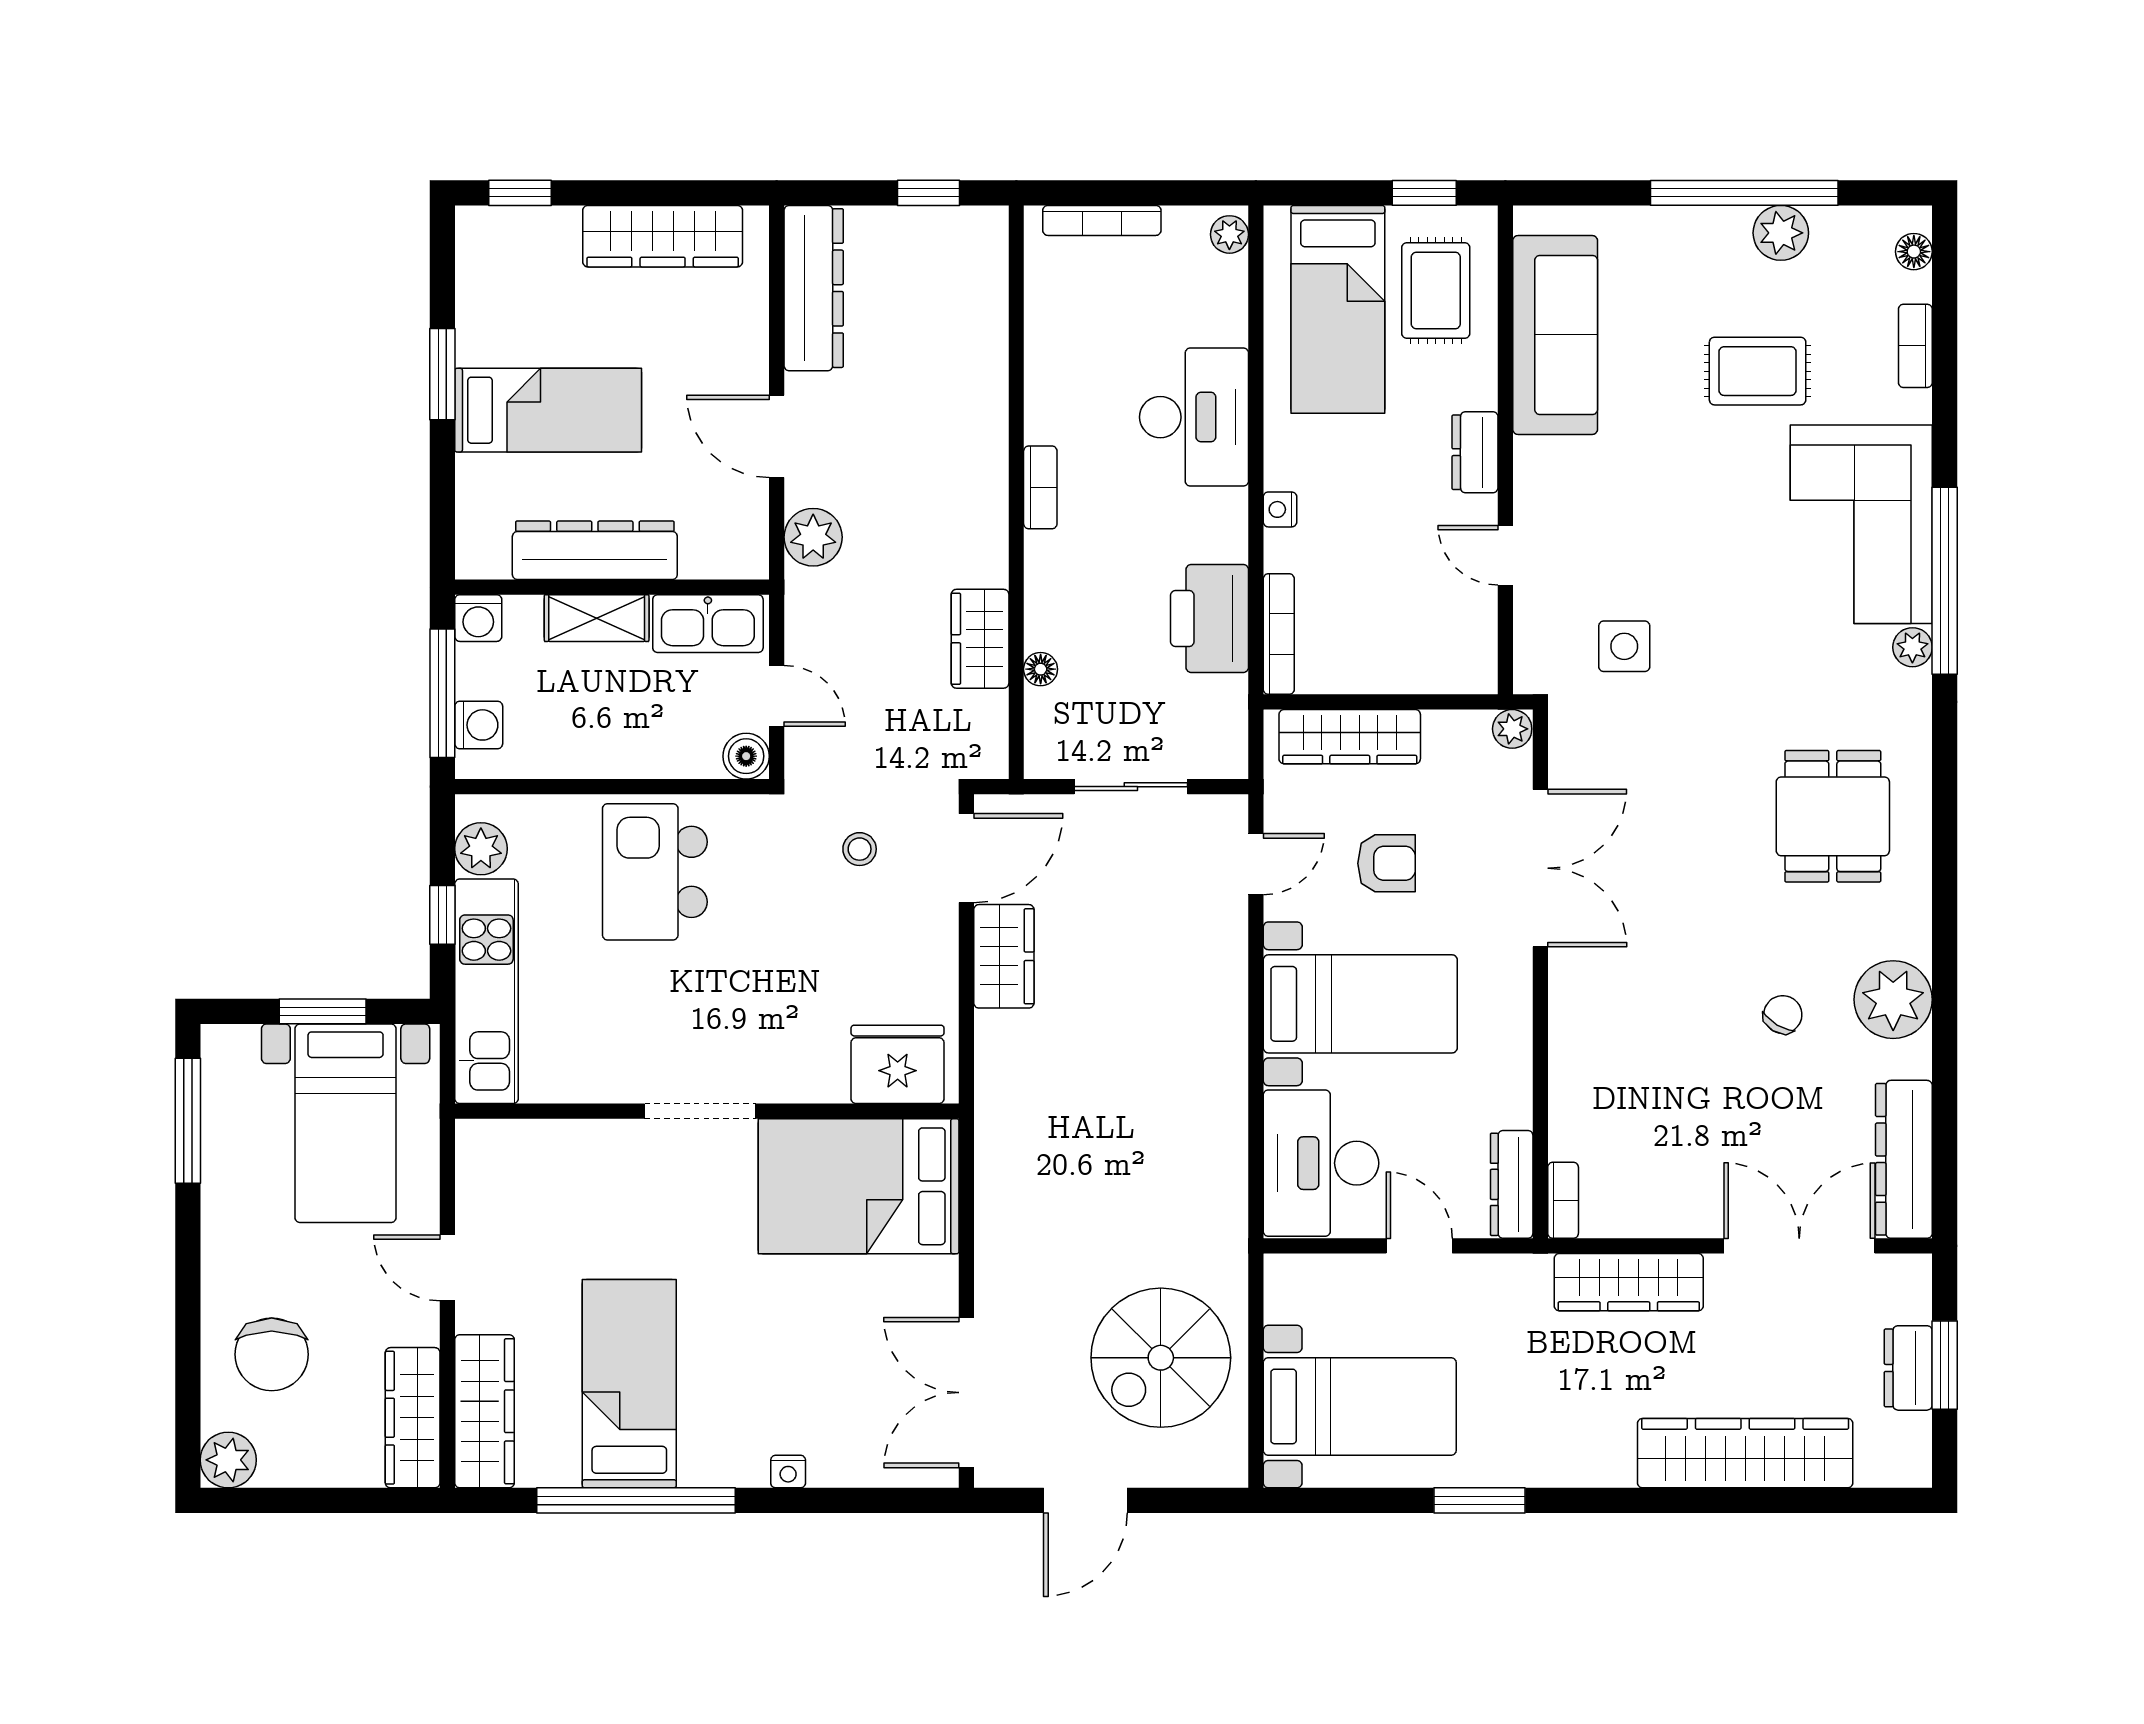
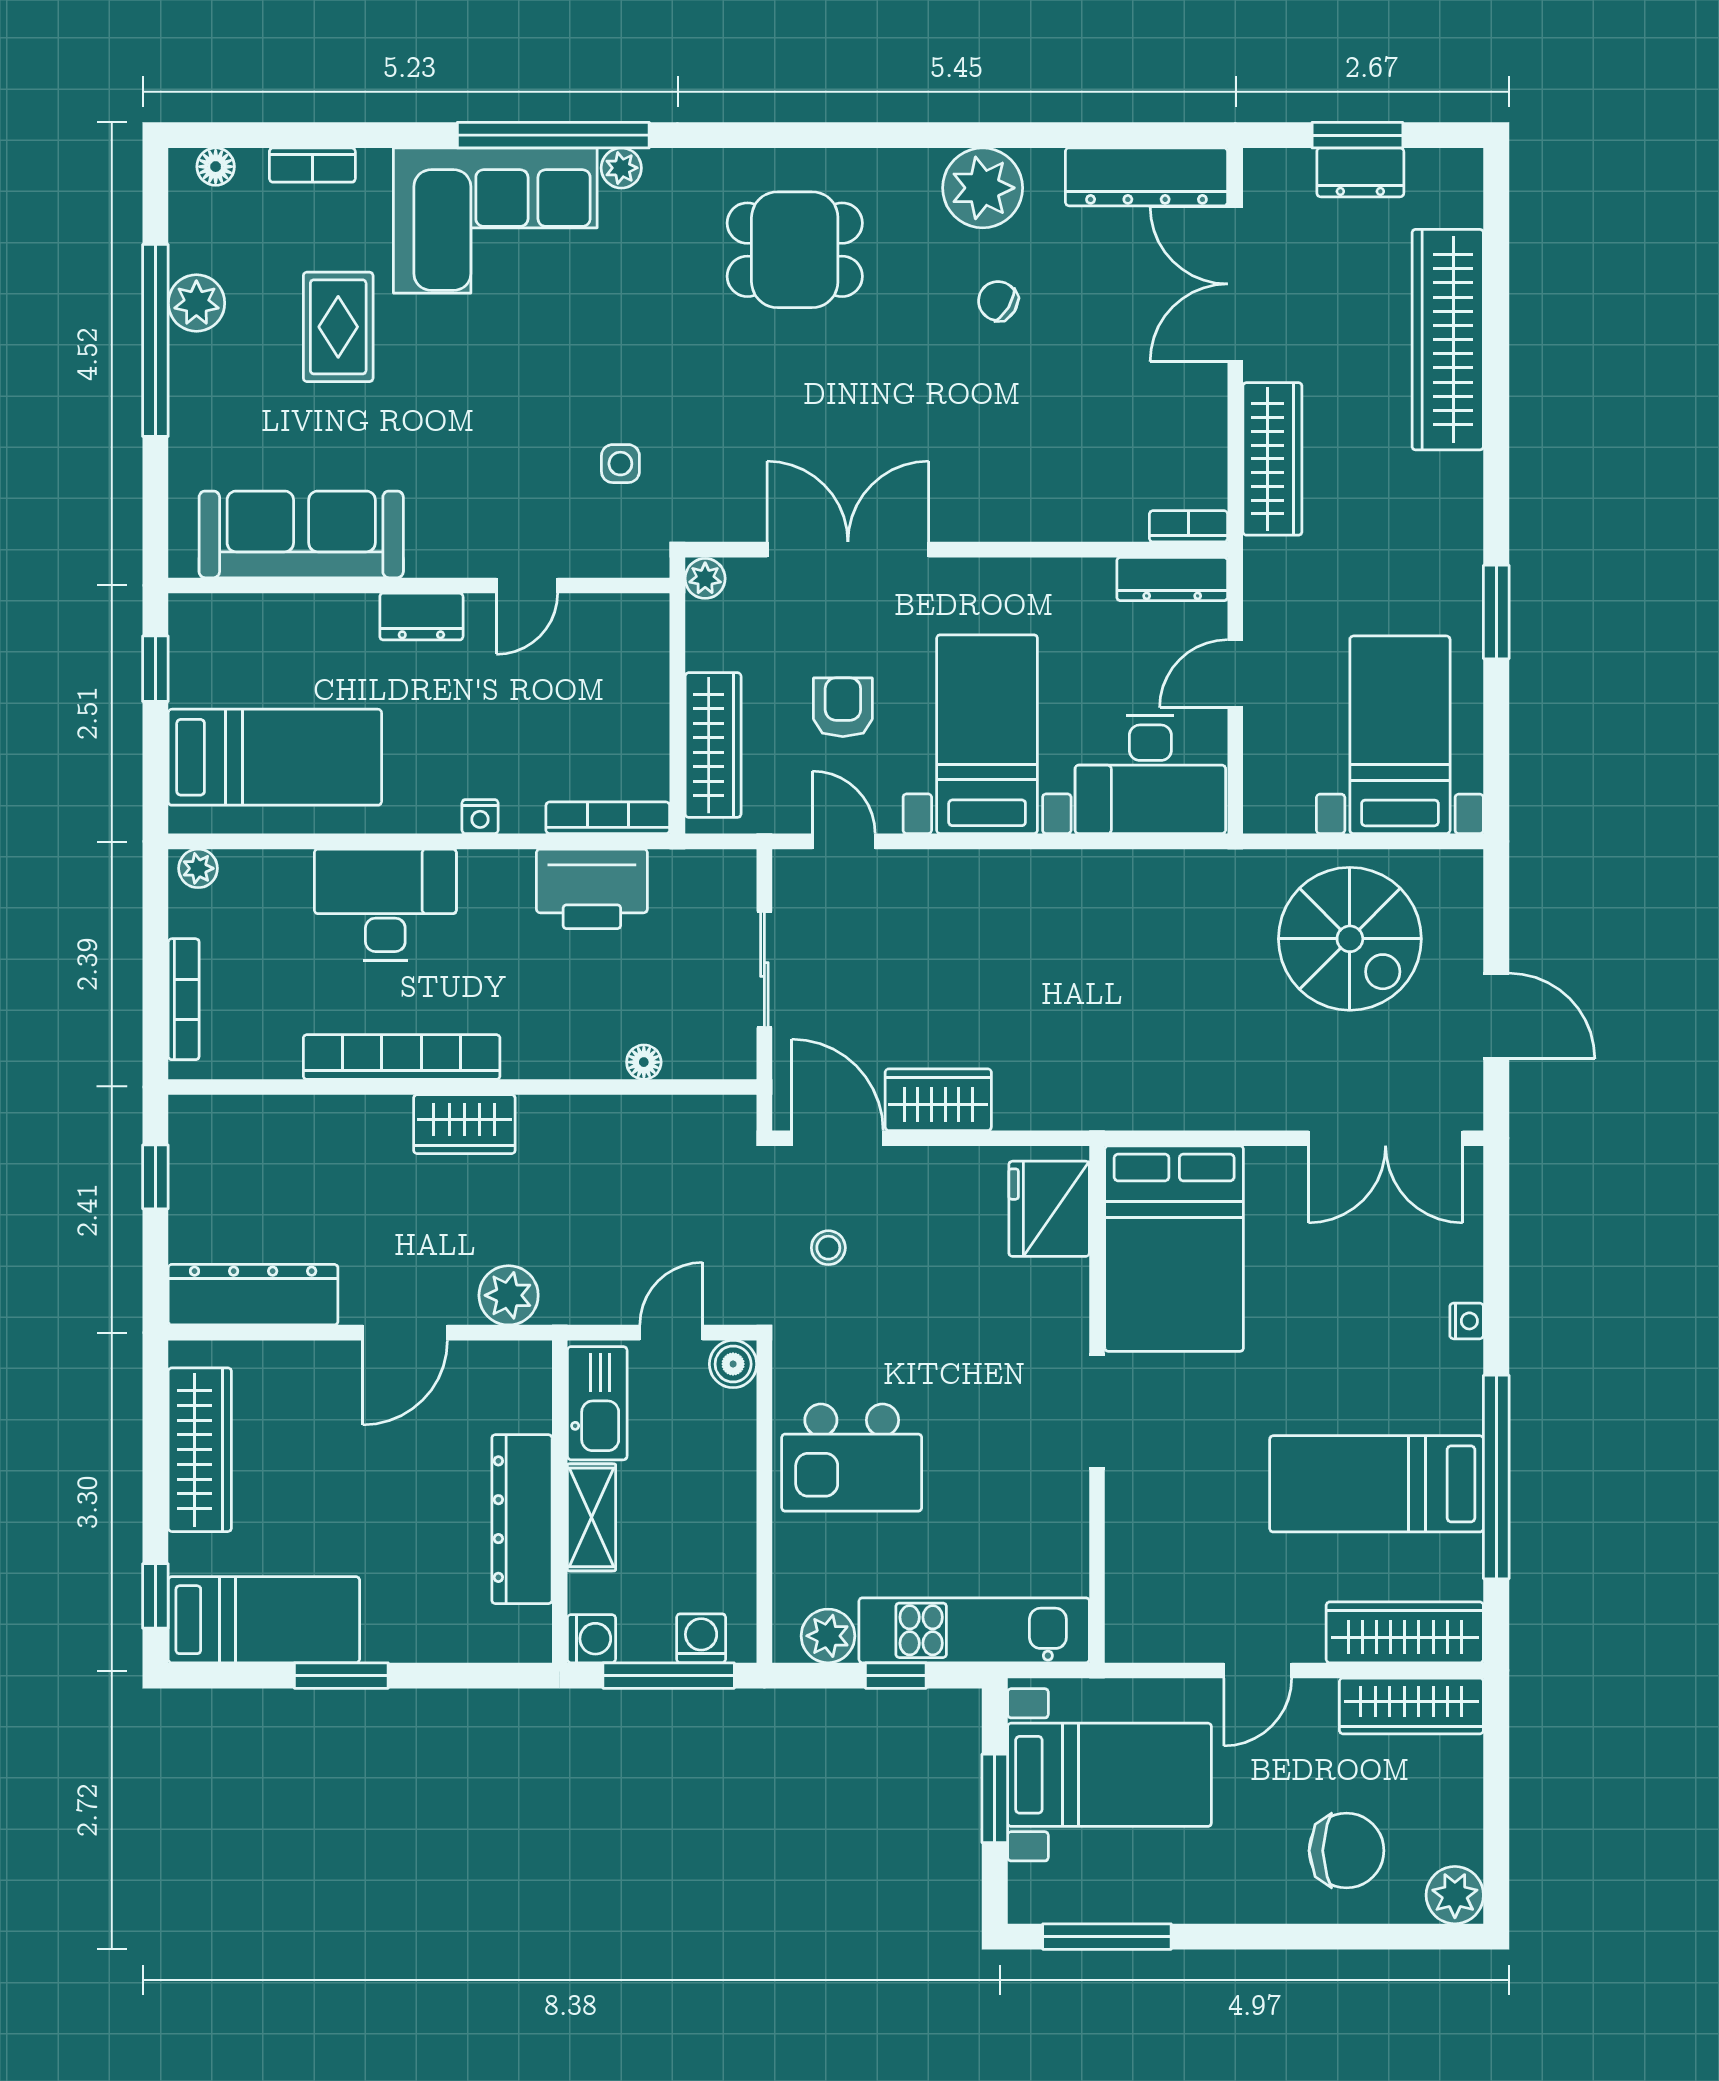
rug: (1436, 291) -> (256, 657), removed
bed: (548, 410) -> (264, 1620), moved, turned 90
bookcase: (1040, 487) -> (402, 1057), width x2.31, depth x1.31
wardrobe: (980, 639) -> (464, 1124), moved
side table: (1624, 646) -> (620, 464), width x0.73, depth x0.73

